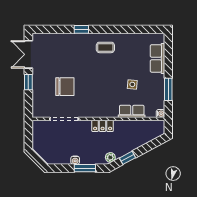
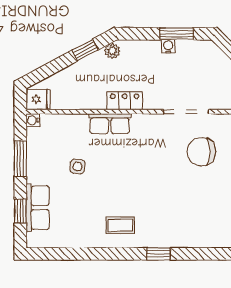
window: (168, 56) -> (20, 211), added
chair: (65, 87) -> (201, 152), moved
row of seats: (132, 111) -> (110, 124), moved
fridge: (157, 127) -> (38, 99), added
window: (85, 168) -> (177, 34), moved

